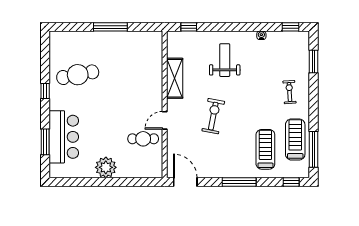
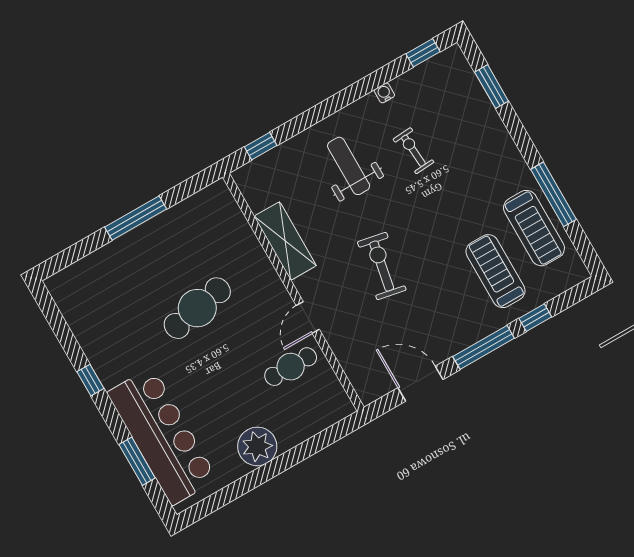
cafe table: (78, 75) -> (197, 308), moved
exercise bike: (289, 92) -> (413, 151), moved
bar counter: (64, 137) -> (162, 436), width x1.36
treadmill: (295, 139) -> (534, 228), turned 180
window: (314, 149) -> (553, 194), moved
door: (185, 182) -> (420, 384), moved
window: (291, 182) -> (535, 318), moved

